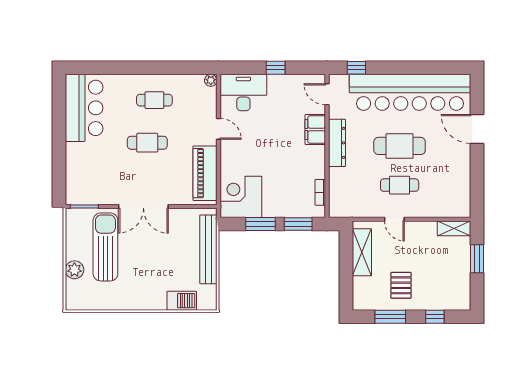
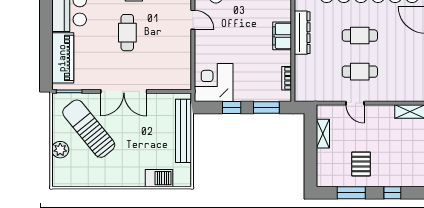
filing cabinet: (315, 129) -> (282, 36), moved
cafe table: (147, 143) -> (127, 33), turned 90
cafe table: (400, 146) -> (360, 36), width x0.73, depth x0.74
piano: (205, 173) -> (63, 58), moved, turned 180
window: (260, 224) -> (232, 108), width x0.67
sun lounger: (105, 247) -> (89, 129), turned -39
shelving: (362, 252) -> (323, 134), width x0.67, depth x0.75

